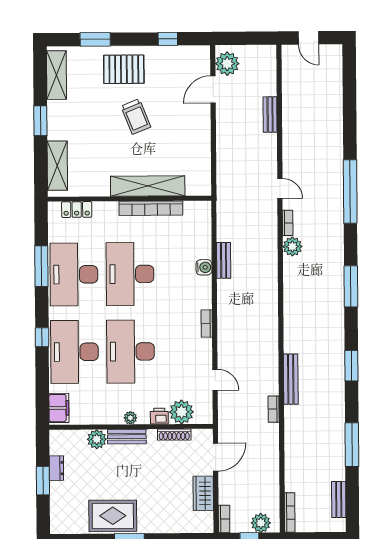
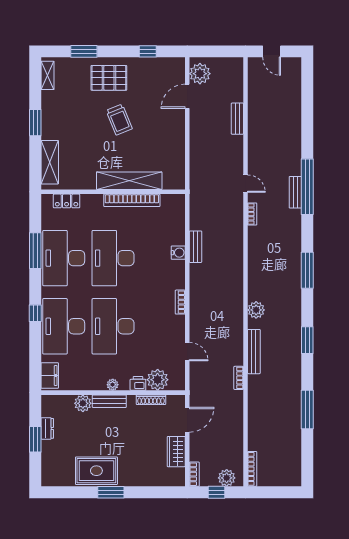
shelving: (57, 75) -> (47, 75), width x0.67, depth x0.75
plant: (292, 247) -> (256, 310), moved
bench: (339, 499) -> (295, 192), moved

